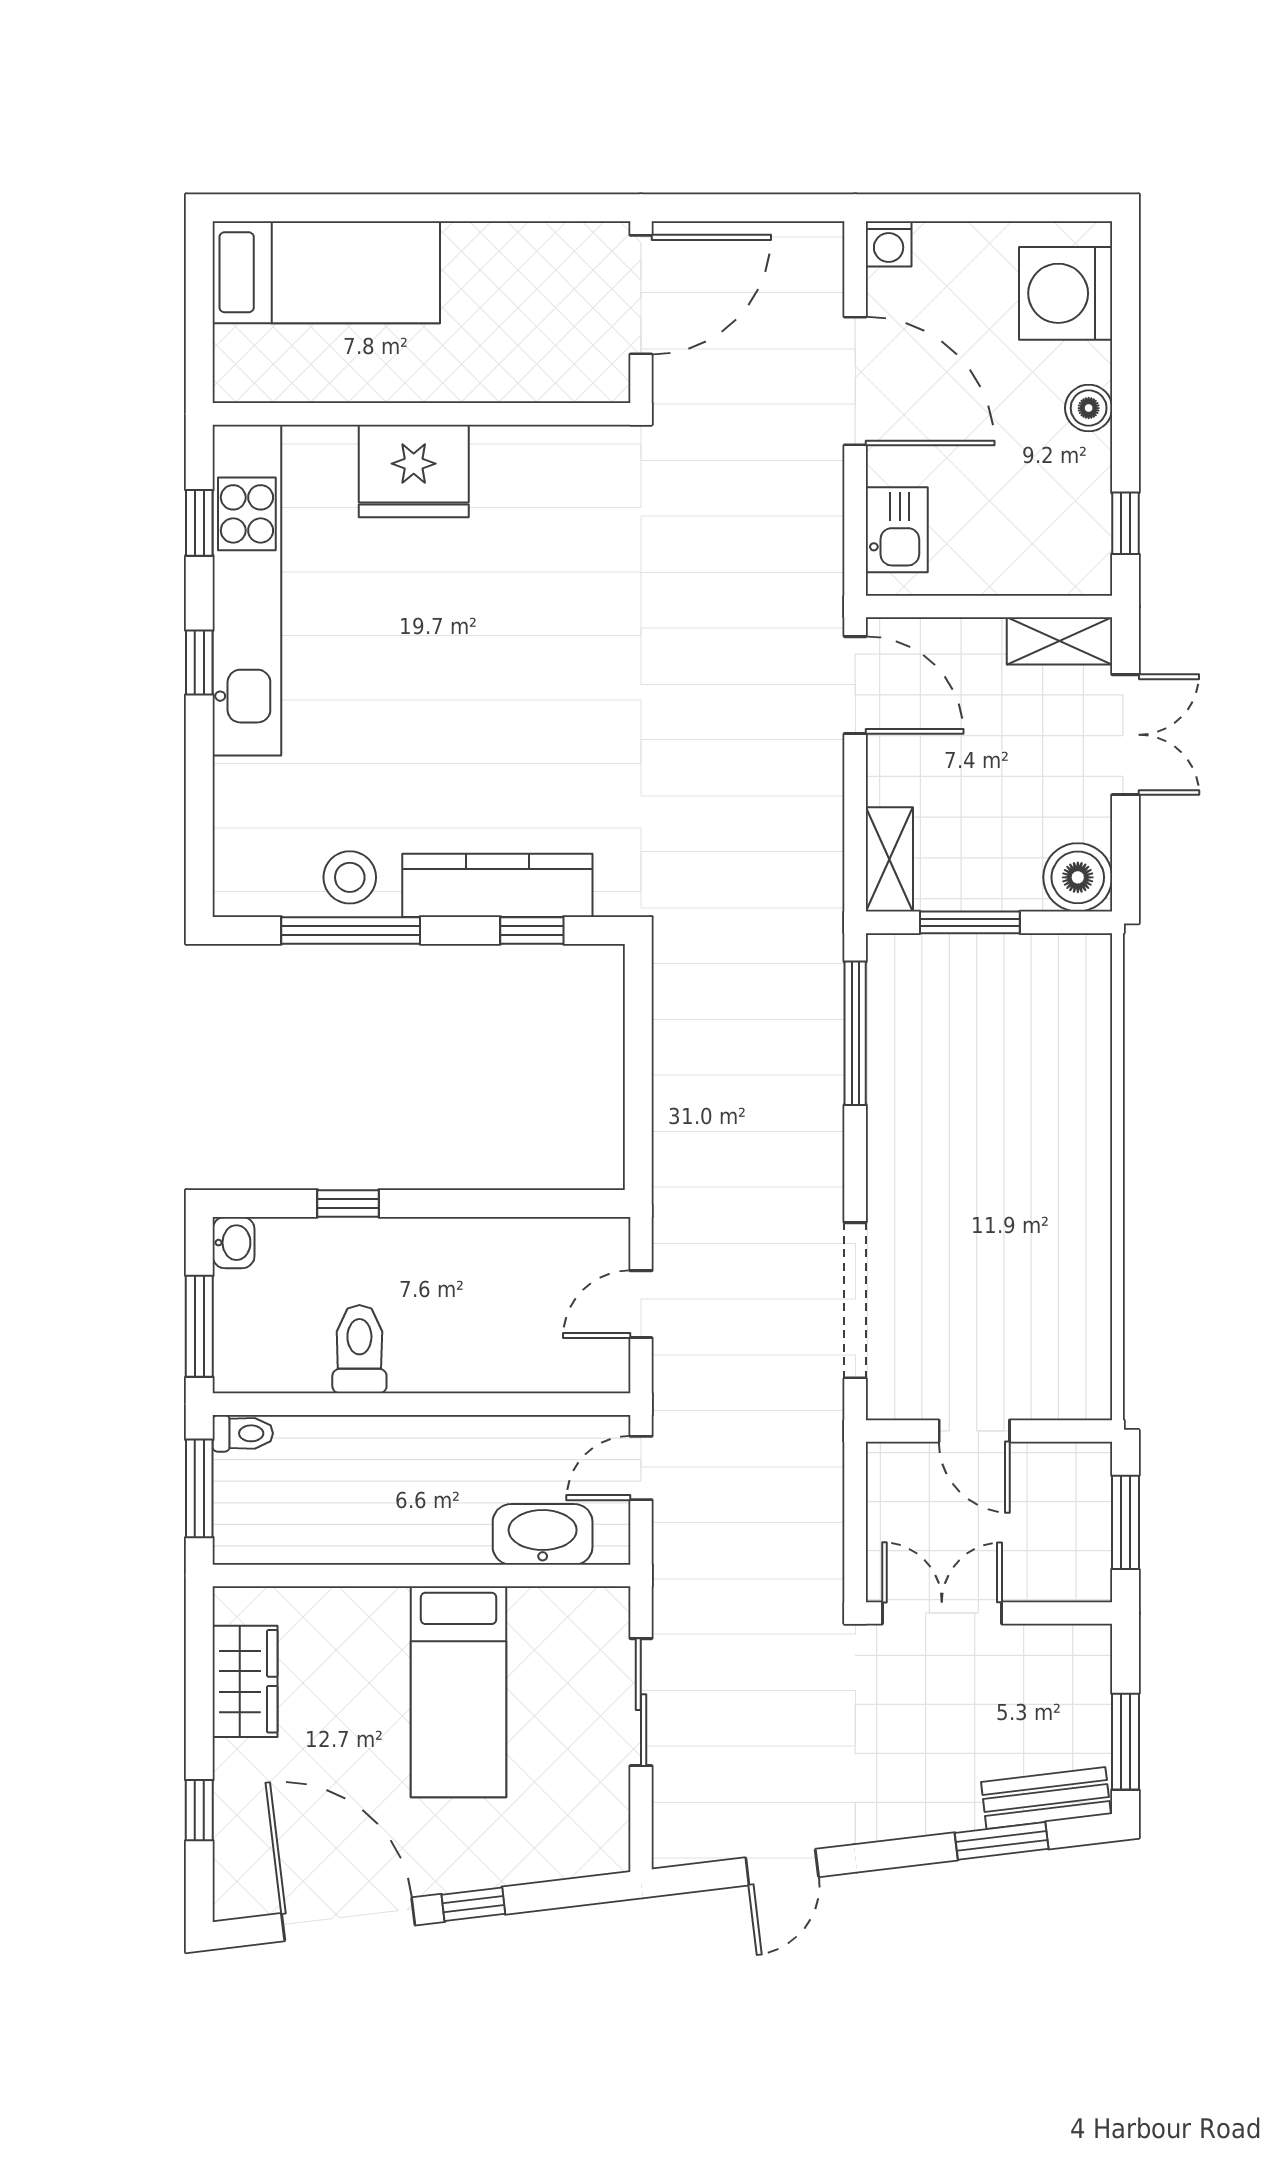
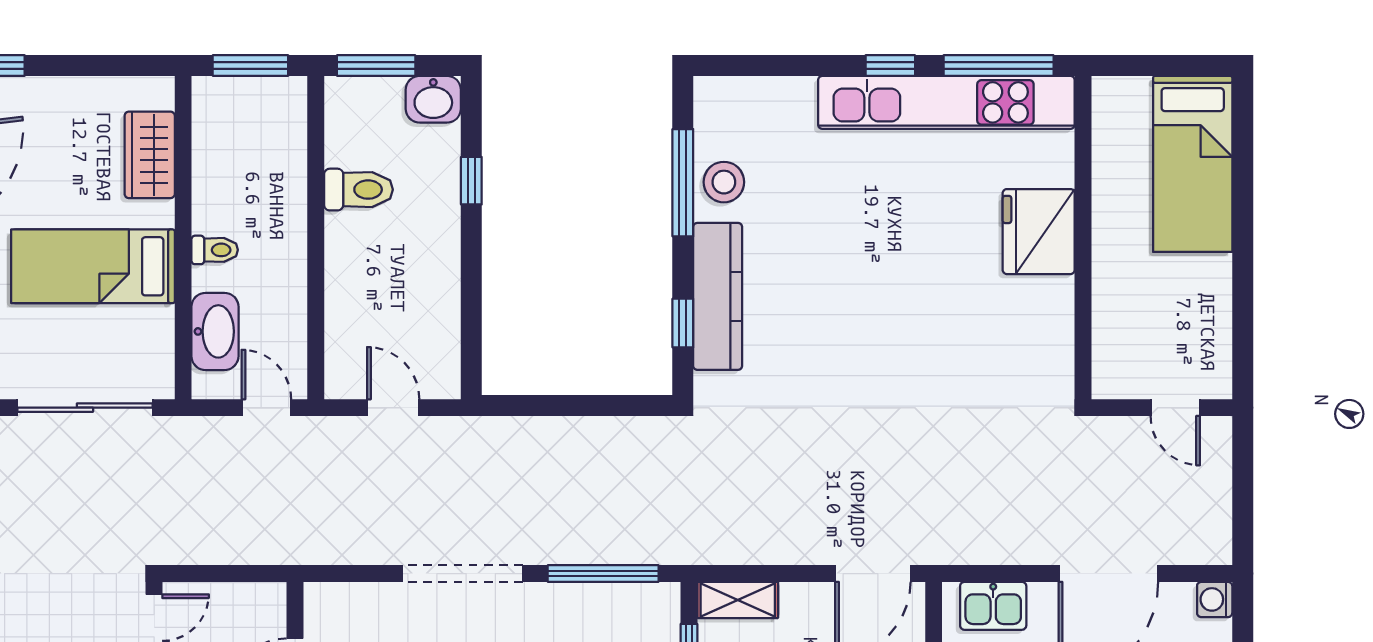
door: (641, 295) -> (1175, 408), width x0.53
window: (199, 523) -> (999, 66), width x2.17
washbasin: (234, 1243) -> (433, 99), width x1.38, depth x1.45
doorway: (855, 1300) -> (463, 574), moved
toilet: (243, 1433) -> (215, 250), moved, turned -90
wardrobe: (245, 1681) -> (150, 155), moved, turned 90
sliding door: (641, 1702) -> (85, 408), width x1.37

